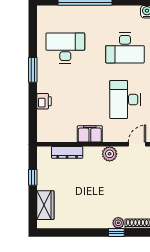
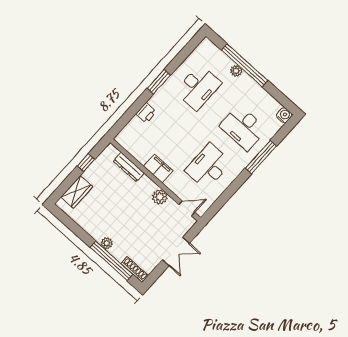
plant: (82, 11) -> (236, 71), added
desk: (65, 48) -> (198, 87), turned 90
plant: (118, 223) -> (107, 243), moved
window: (116, 233) -> (111, 261), width x3.17

